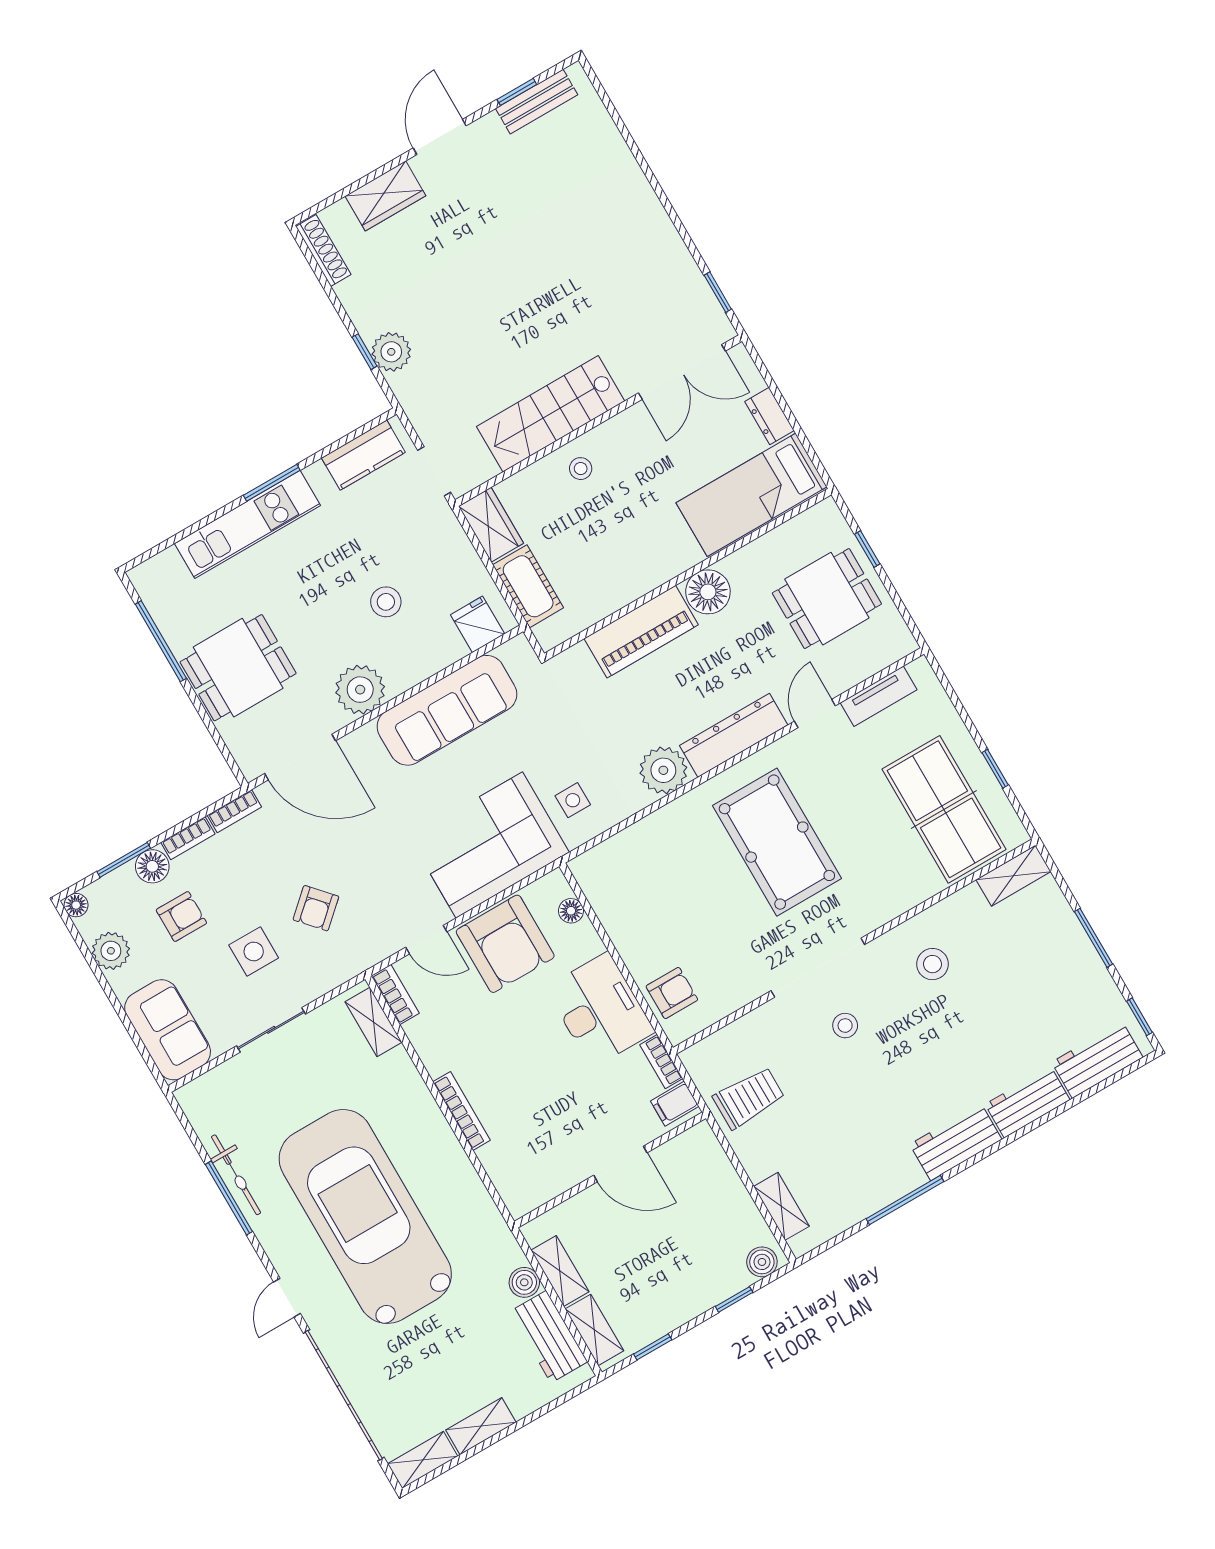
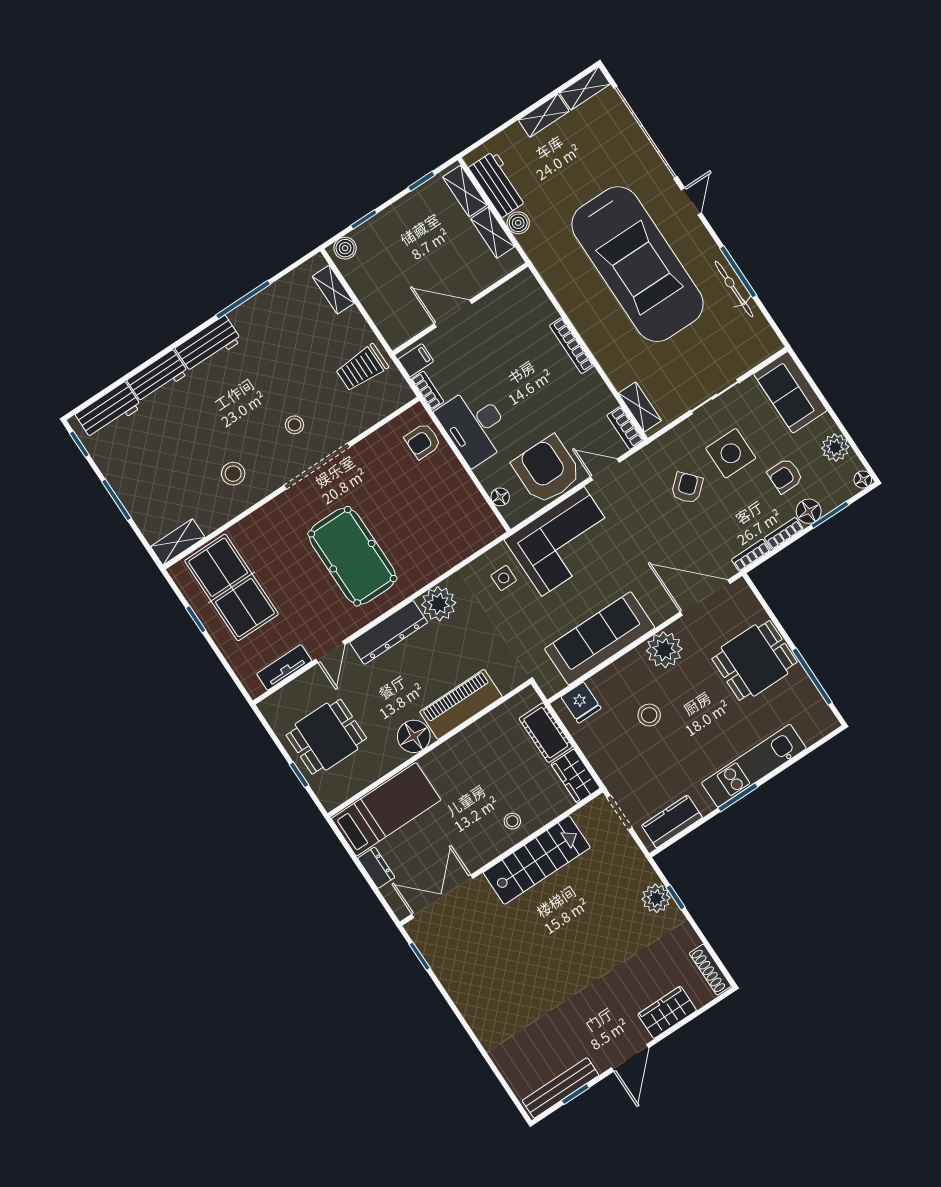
bench: (537, 102) -> (561, 1088), width x1.36
side table: (254, 952) -> (731, 453), width x1.37, depth x1.37

